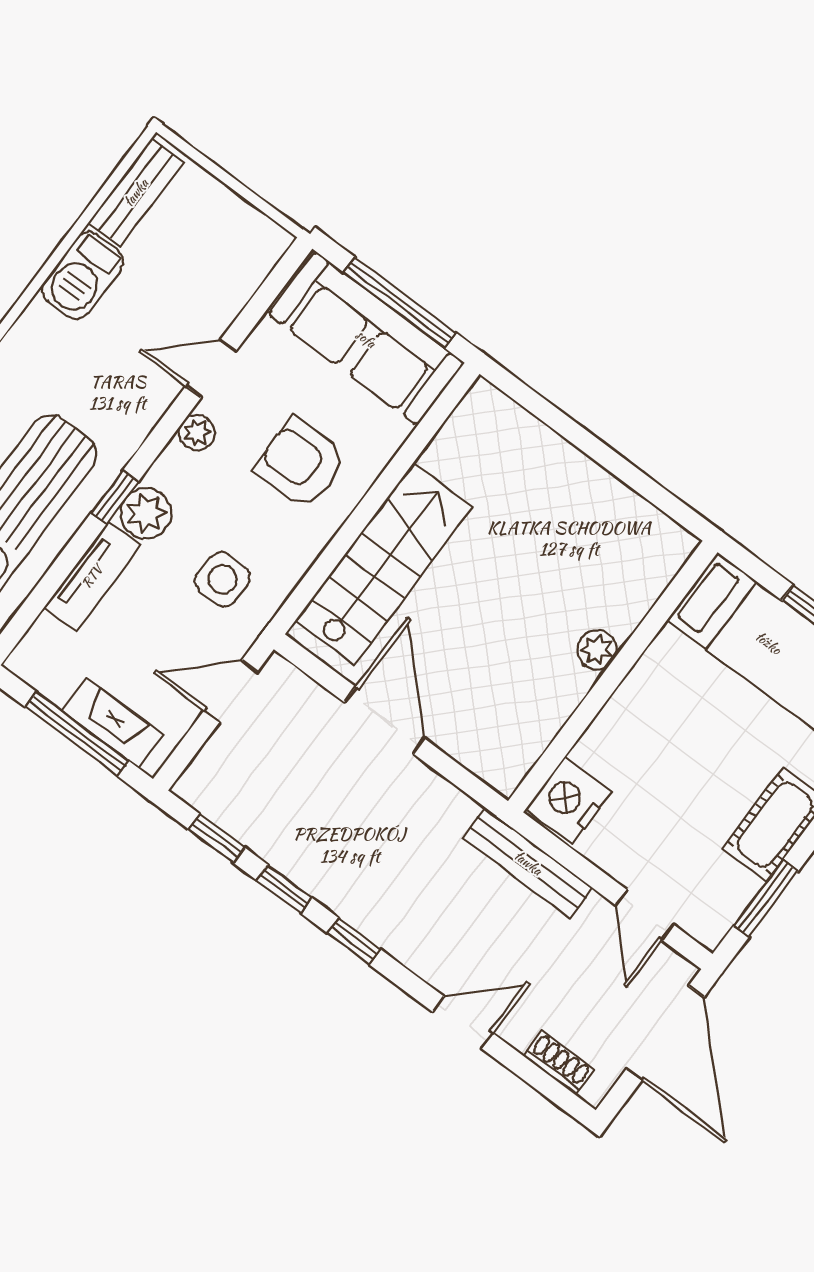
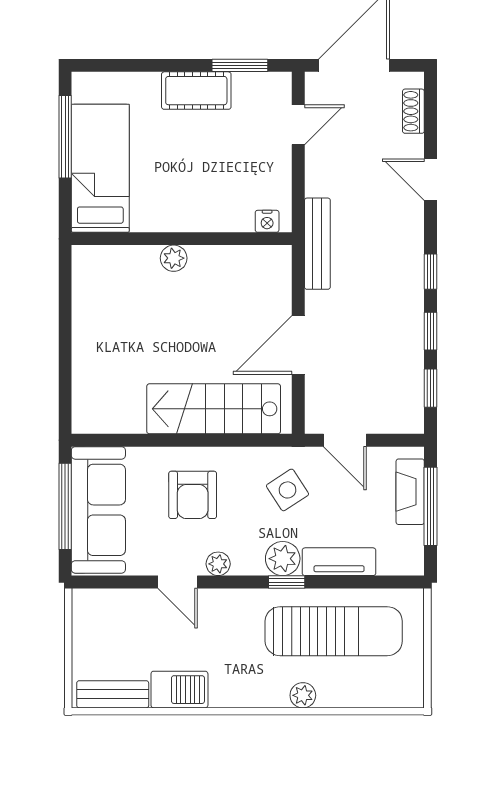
side table: (223, 579) -> (287, 490), turned -33
nightstand: (568, 801) -> (267, 221), width x0.53, depth x0.56
bench: (528, 863) -> (317, 244), moved

